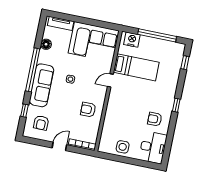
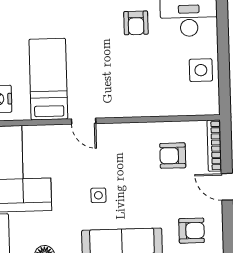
armchair: (88, 110) -> (173, 156), moved, turned 90

